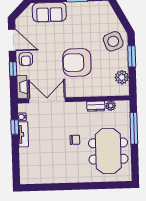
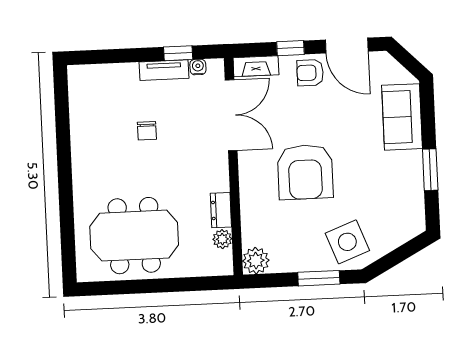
door: (12, 40) -> (347, 46), hinge flipped
armchair: (77, 62) -> (305, 172), turned 180
plant: (122, 77) -> (256, 261), moved
window: (134, 128) -> (179, 285), removed
chair: (75, 140) -> (147, 131), moved

